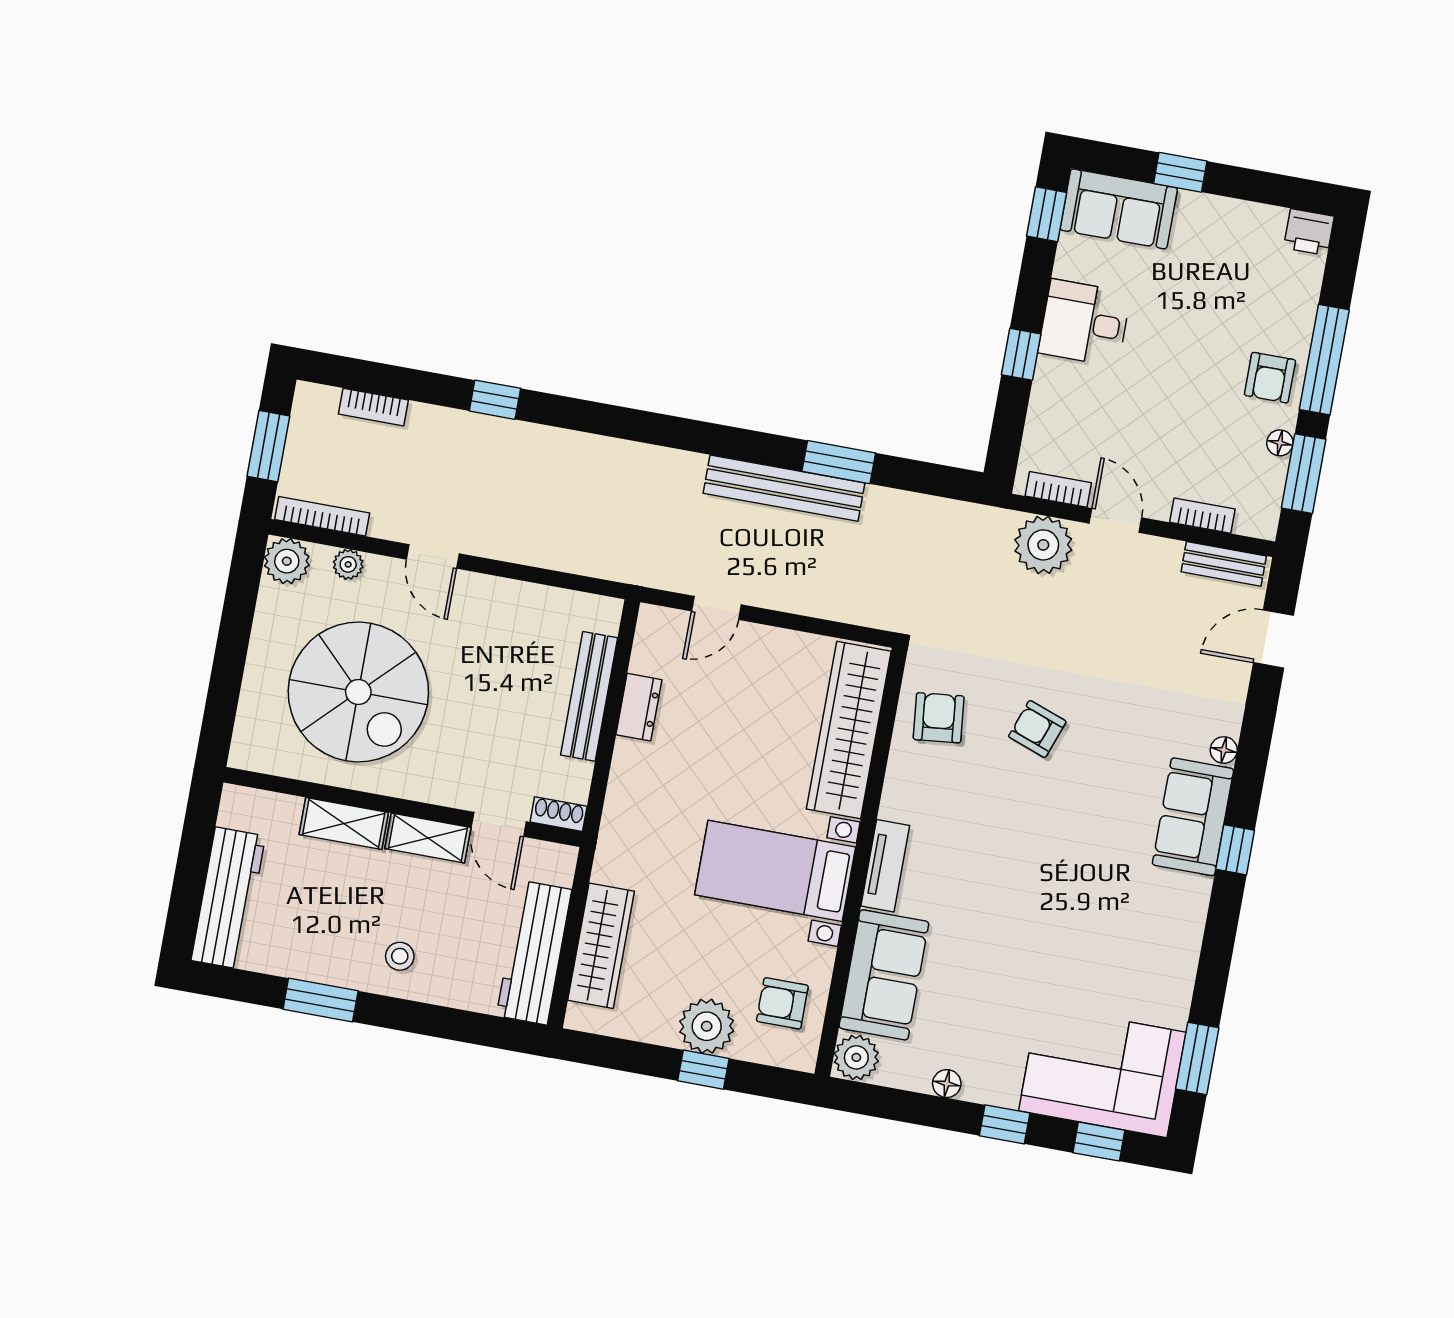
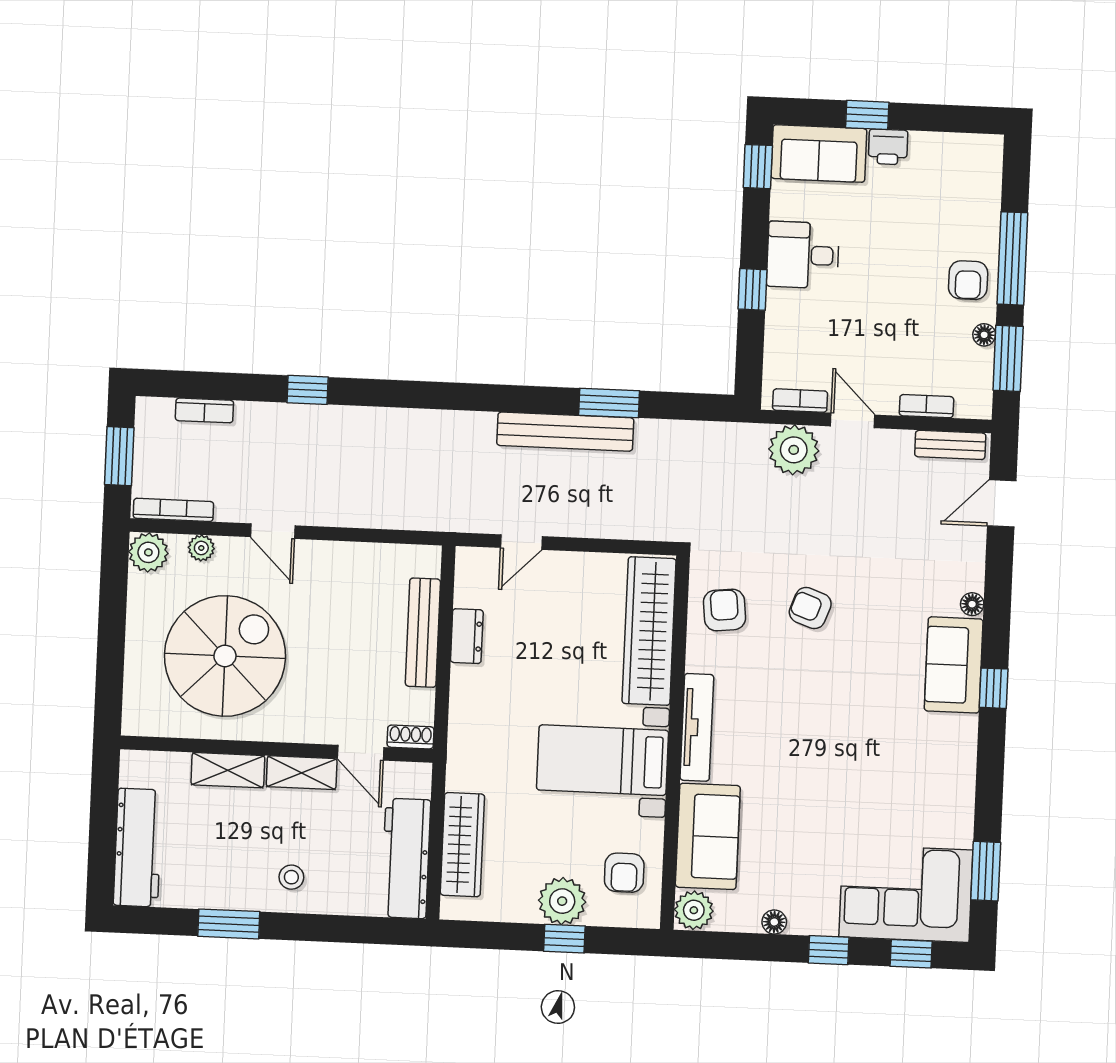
printer: (1309, 232) -> (888, 147), moved
spiral stairs: (358, 692) -> (225, 656), turned -90
tv unit: (885, 866) -> (697, 727), width x1.41
armchair: (782, 1003) -> (624, 873), turned -90

